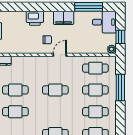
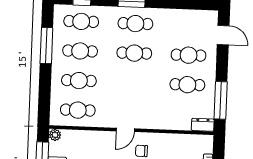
window: (120, 88) -> (46, 46), moved
cafe table: (55, 90) -> (134, 53), moved

